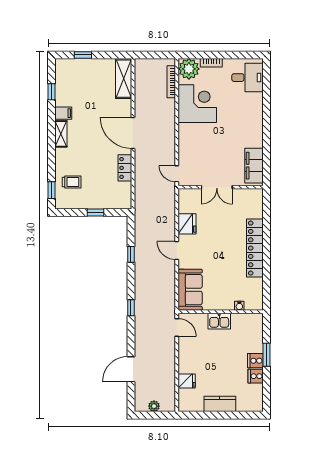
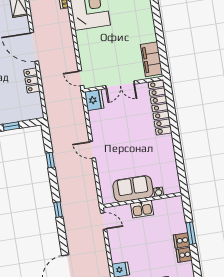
fridge: (187, 224) -> (94, 100), moved
locker: (255, 248) -> (160, 108), moved
sofa: (190, 290) -> (133, 189), moved, turned -90

